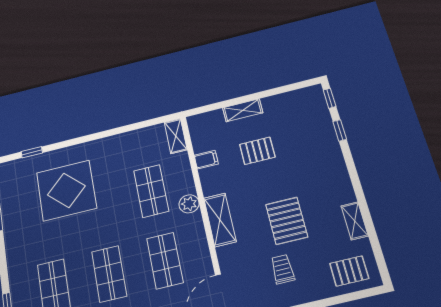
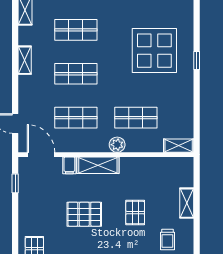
pallet: (257, 151) -> (135, 213), moved
window: (32, 152) -> (197, 61), moved
filing cabinet: (206, 160) -> (69, 165), moved
trolley: (283, 269) -> (167, 240), moved, turned 90

